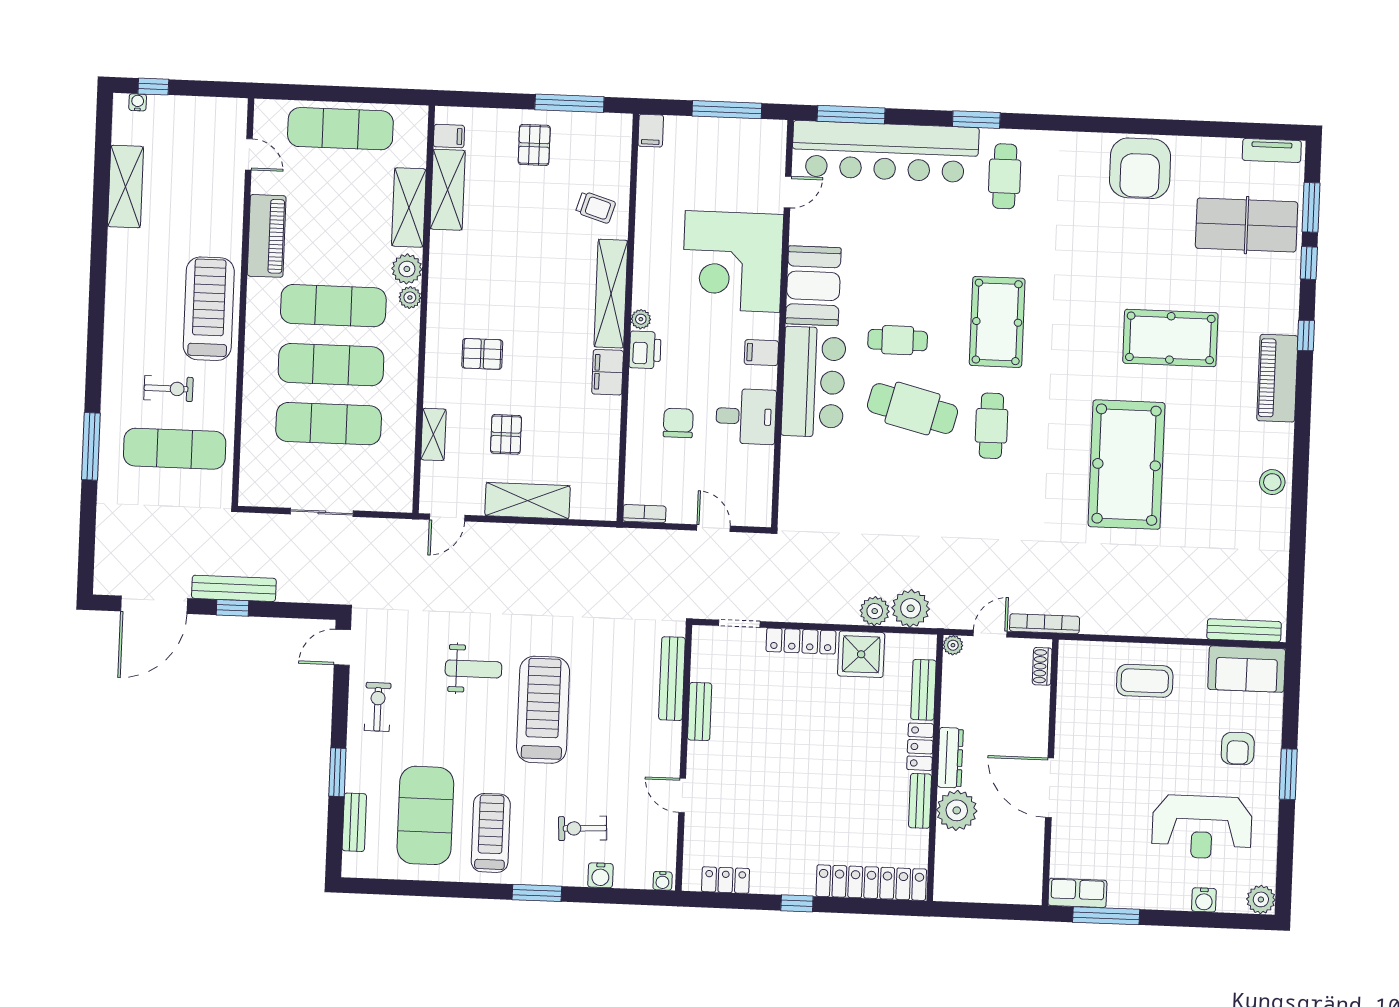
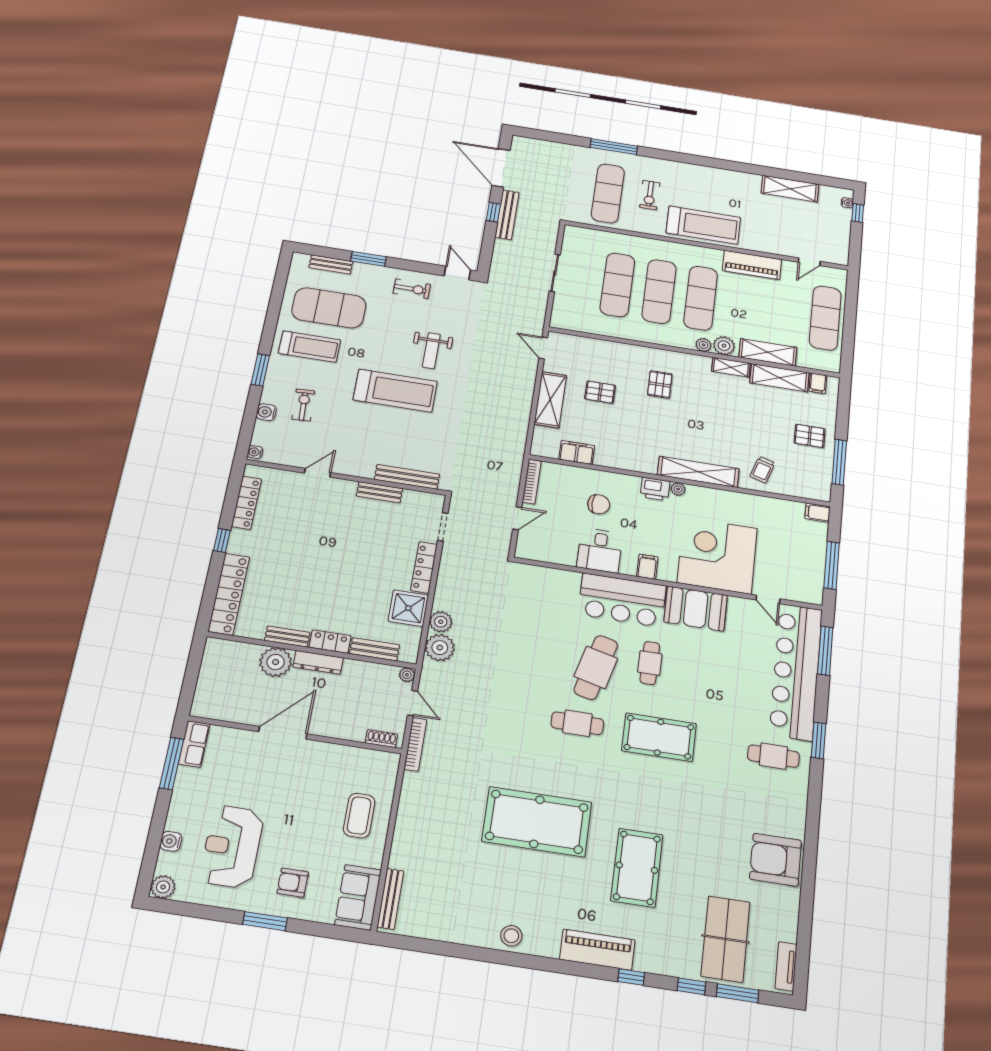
filing cabinet: (608, 372) -> (577, 452), moved
shelving: (433, 434) -> (731, 367), moved
bookcase: (644, 514) -> (532, 482), width x1.56
locker: (726, 880) -> (246, 503), width x1.53

